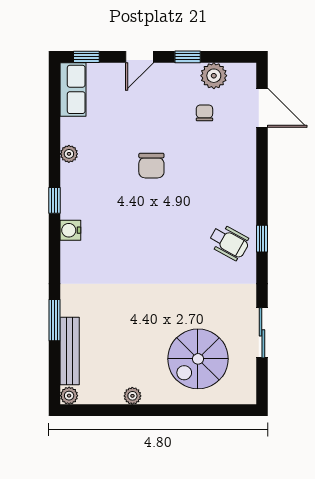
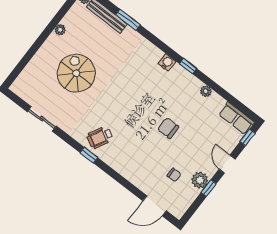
plant: (214, 76) -> (200, 180), moved
spiral stairs: (198, 359) -> (76, 73), moved

